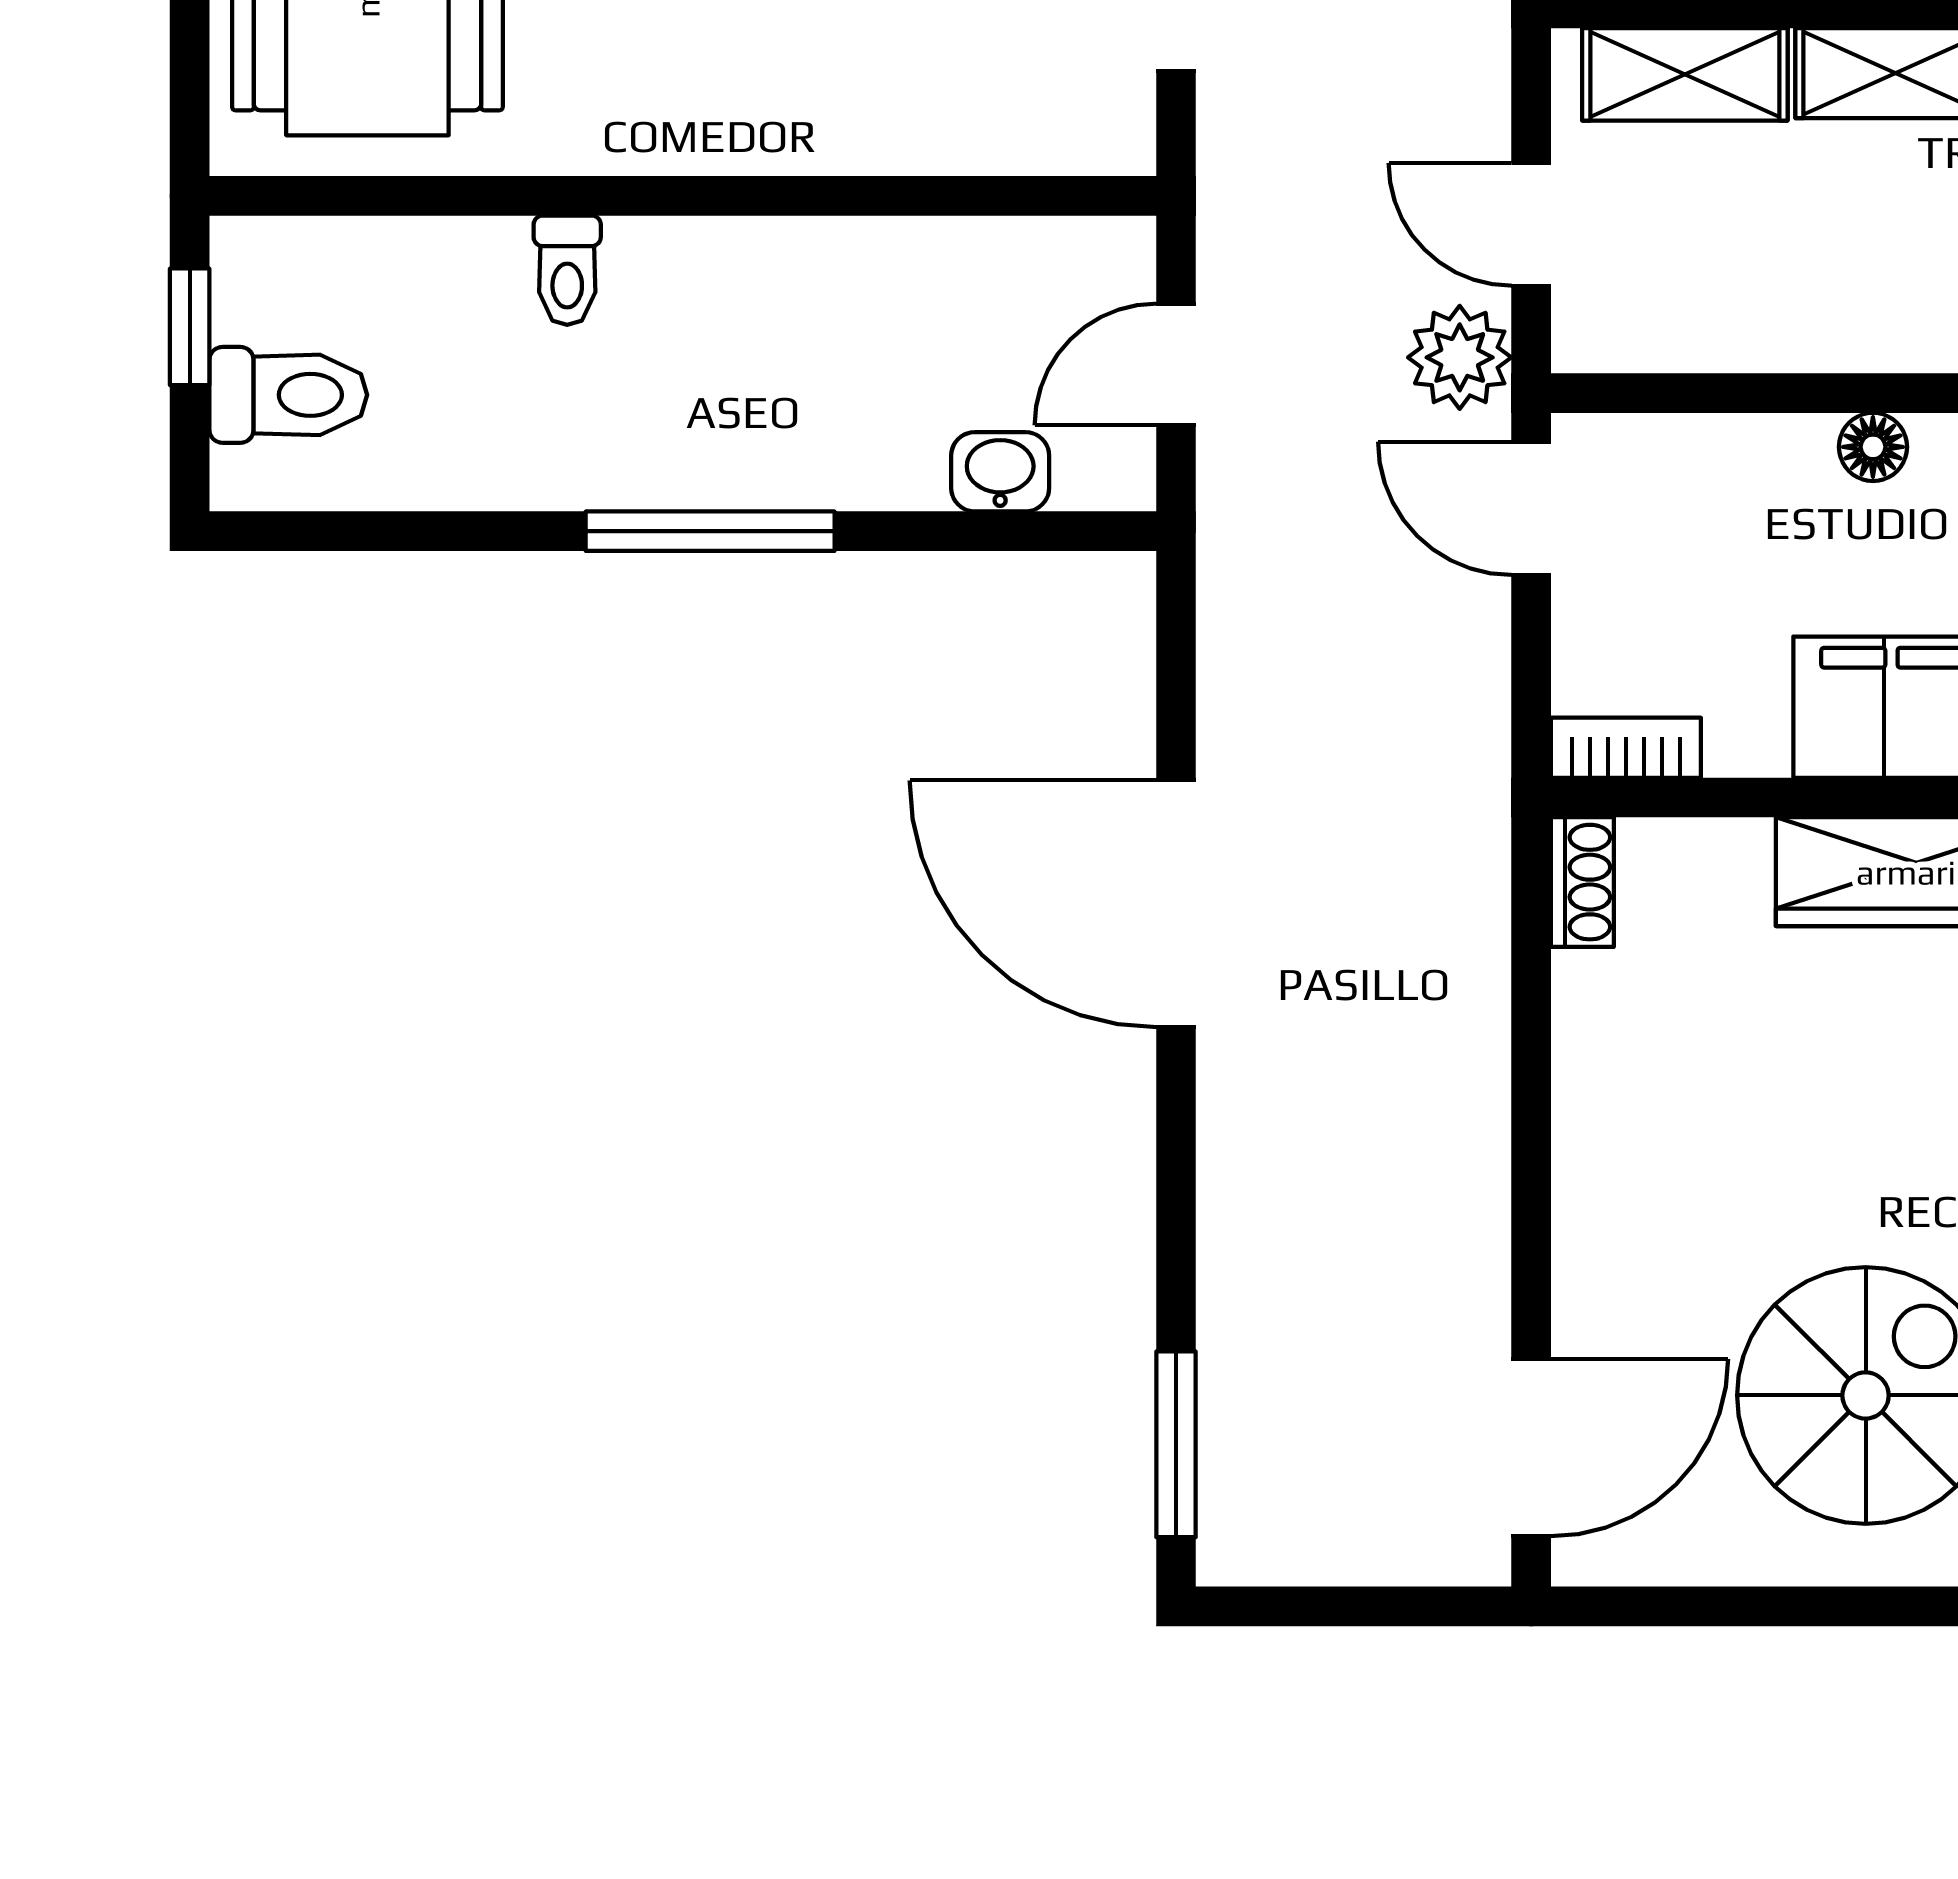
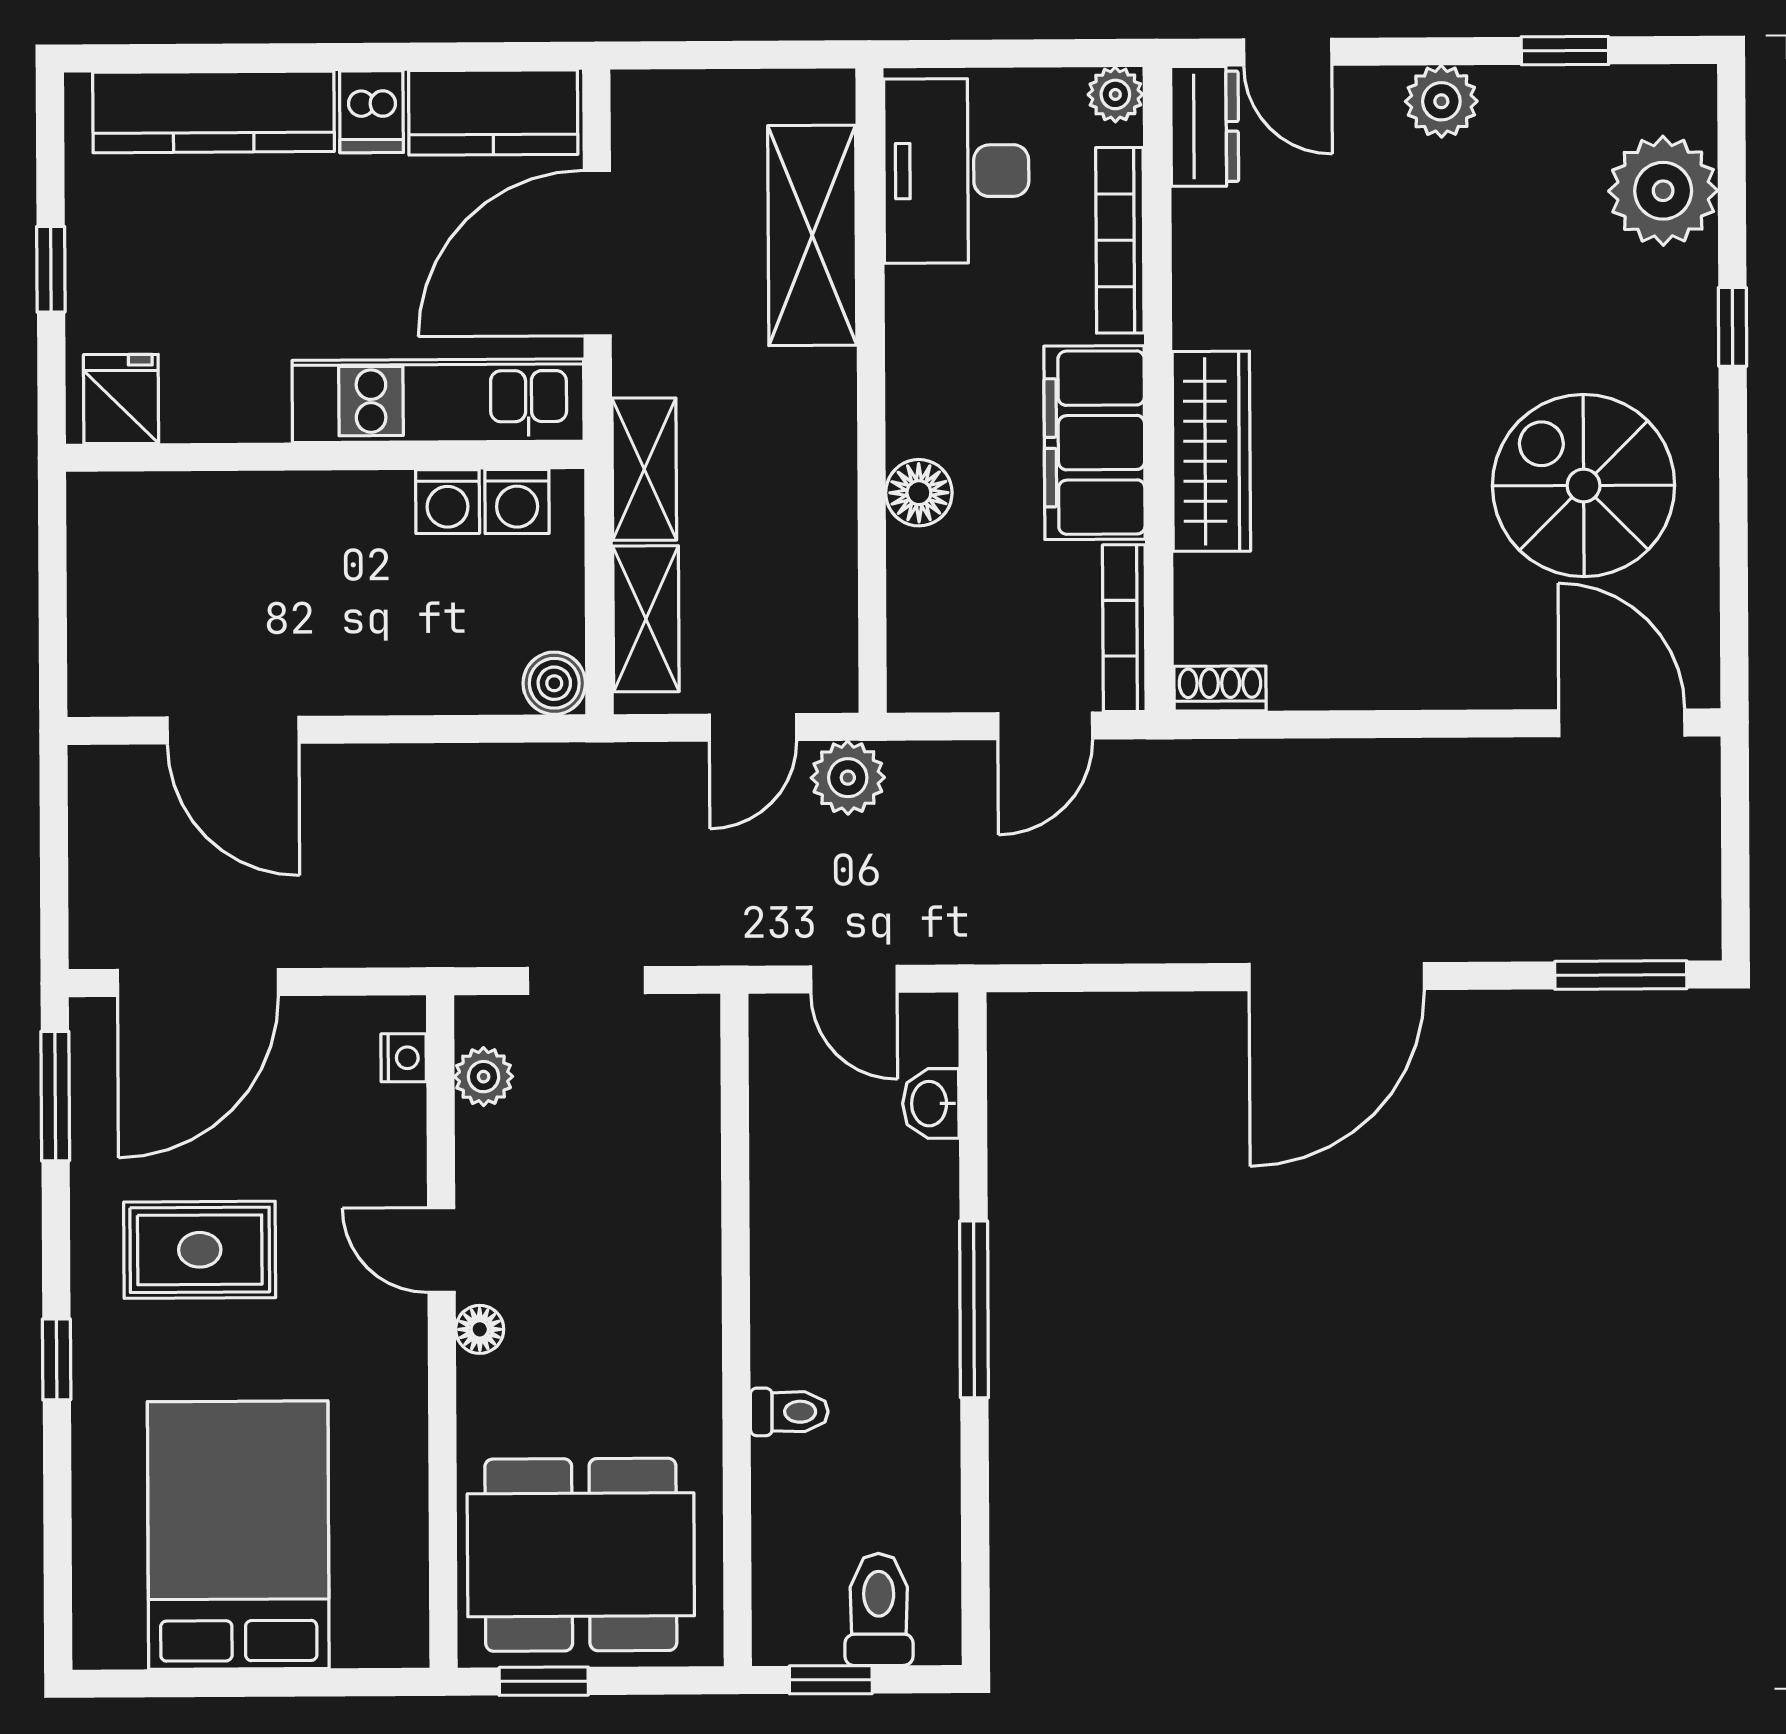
floor lamp: (1873, 447) -> (919, 493), width x1.37, depth x1.37
door: (1531, 508) -> (1045, 726), moved
bookcase: (1626, 748) -> (1124, 628), width x1.56
door: (1176, 904) -> (1337, 977), moved

